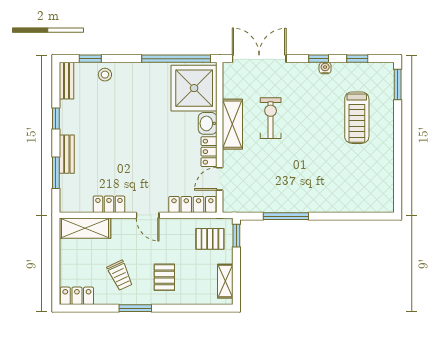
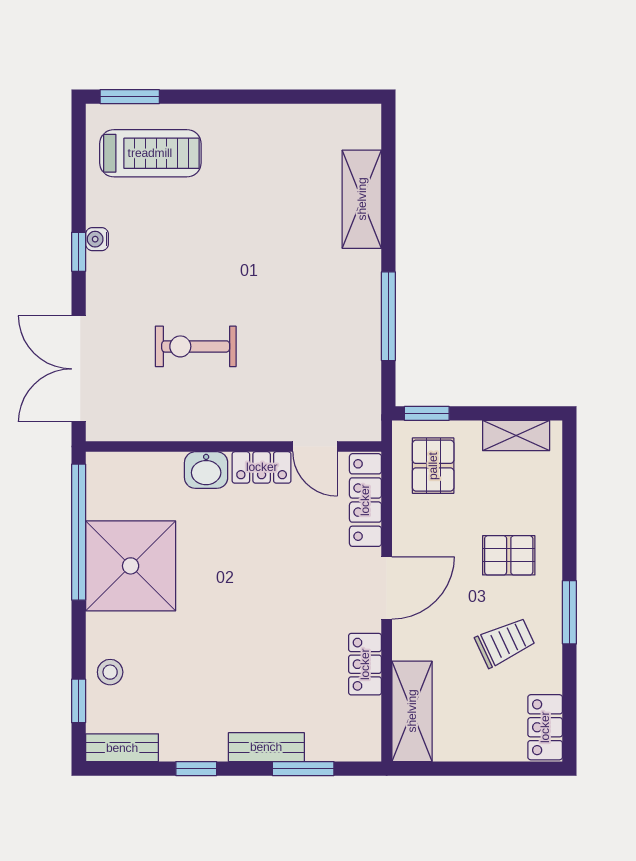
window: (357, 59) -> (79, 176), removed
shower: (194, 88) -> (131, 566), moved
treadmill: (357, 118) -> (150, 153), moved
shelving: (232, 124) -> (362, 199), moved, turned 90
door: (148, 215) -> (387, 588), width x1.38

